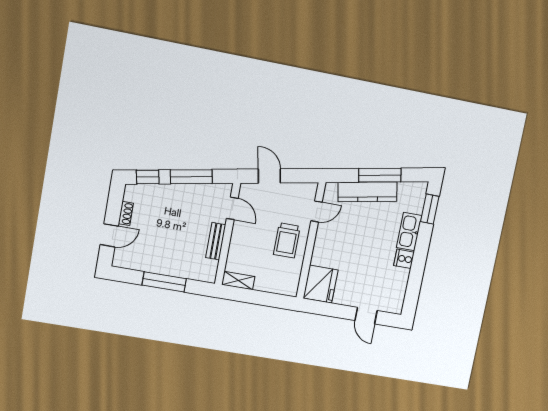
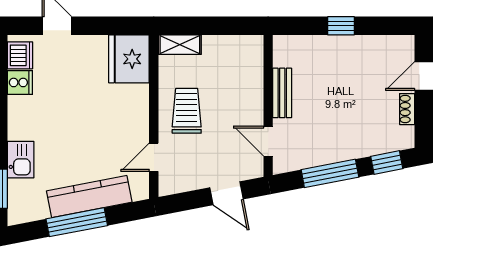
kitchen sink: (409, 232) -> (21, 160), width x0.73
cooker: (404, 259) -> (20, 82), moved
shelving: (238, 281) -> (180, 45), moved
window: (164, 282) -> (341, 26), width x0.46
dishwasher: (396, 300) -> (20, 55), added

